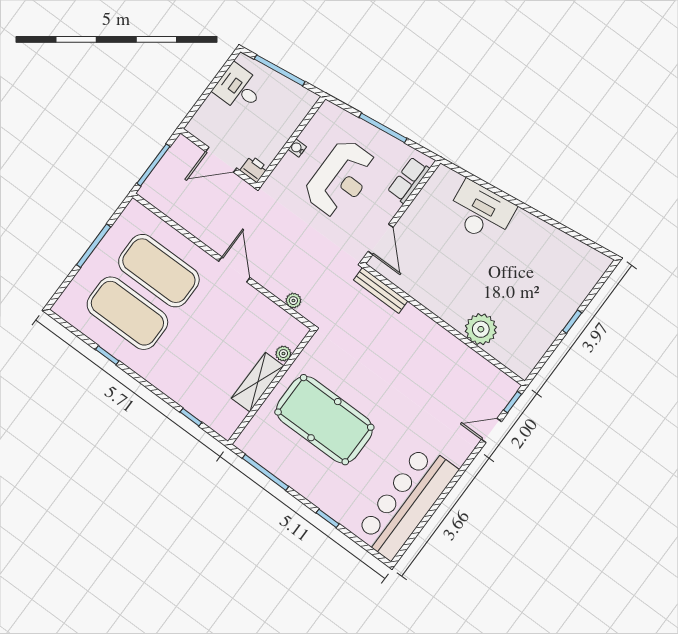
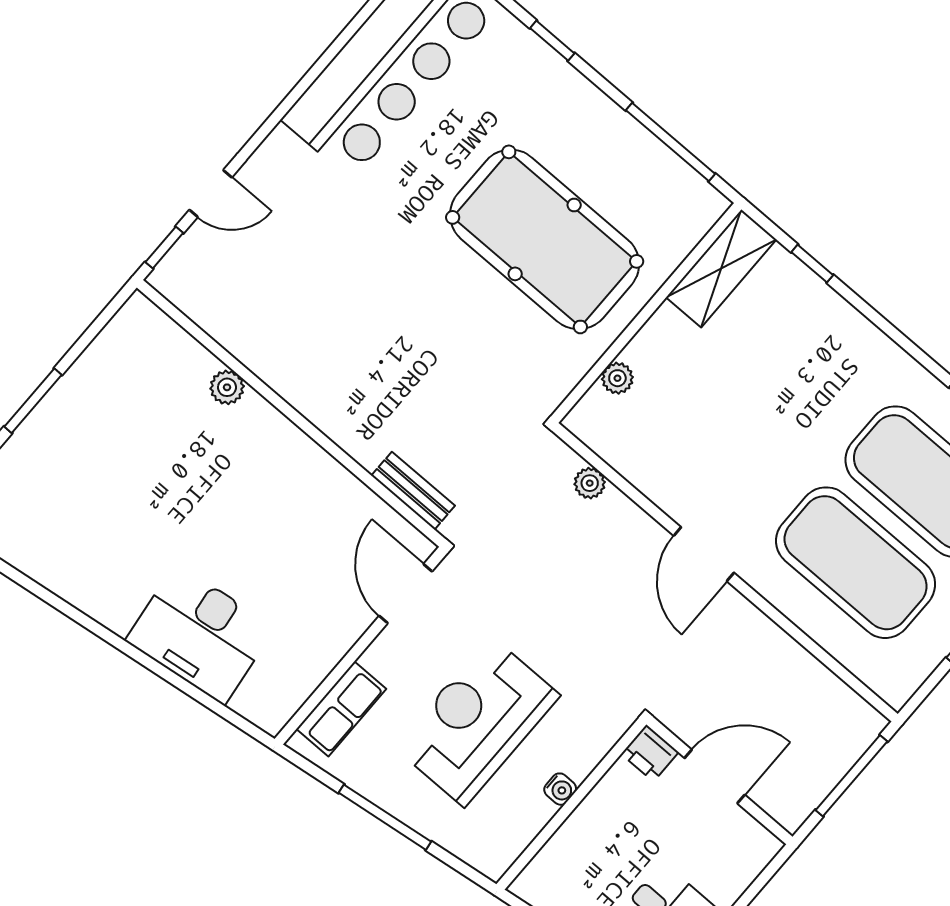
bench: (381, 291) -> (413, 491), width x0.73
window: (572, 322) -> (33, 401), width x1.50
plant: (481, 329) -> (227, 387), width x0.53, depth x0.53
shelving: (258, 382) -> (721, 268), moved

